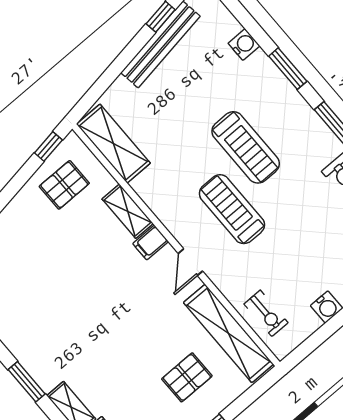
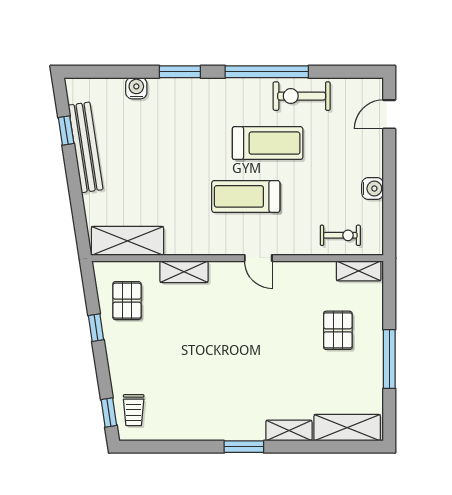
window: (48, 146) -> (96, 328), moved
treadmill: (246, 147) -> (268, 143), moved
filing cabinet: (151, 243) -> (220, 274), removed
shelving: (228, 333) -> (359, 271), width x0.45, depth x0.75

